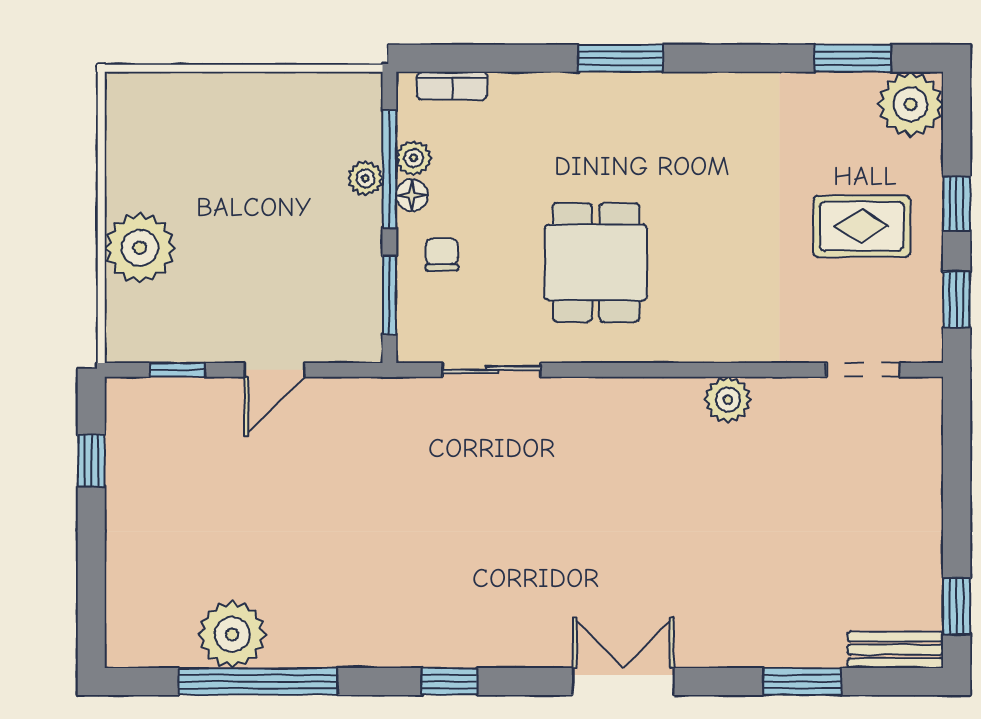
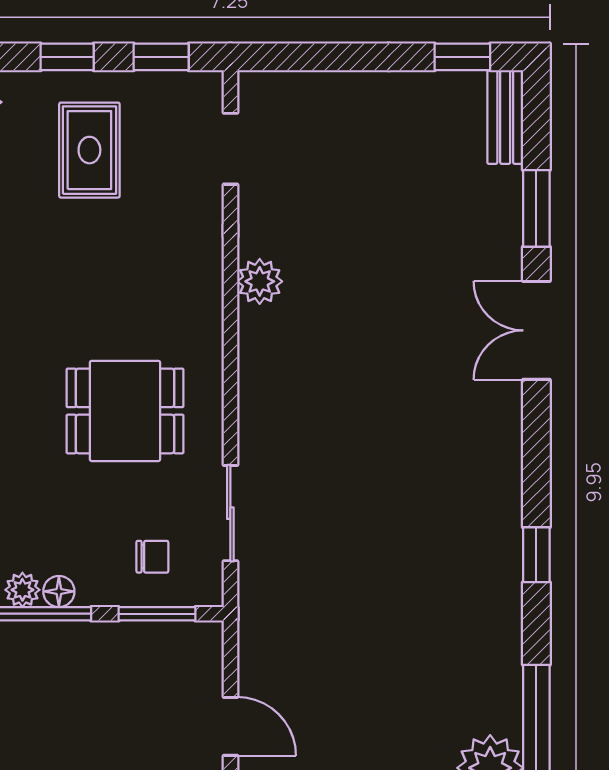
plant: (365, 178) -> (42, 637), removed
chair: (442, 255) -> (152, 557), moved, turned 180
double door: (623, 681) -> (536, 330), moved

